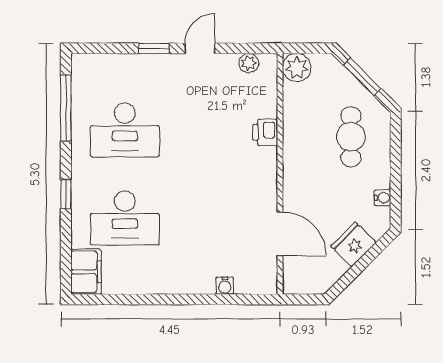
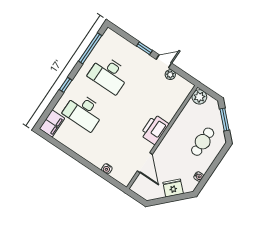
plant: (249, 63) -> (170, 75), moved
printer: (265, 132) -> (155, 129), moved, width x1.87, depth x1.48

